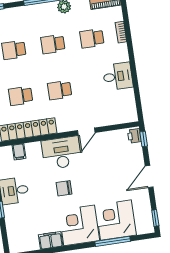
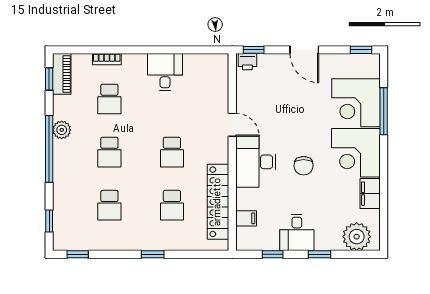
plant: (18, 235) -> (357, 237), added

